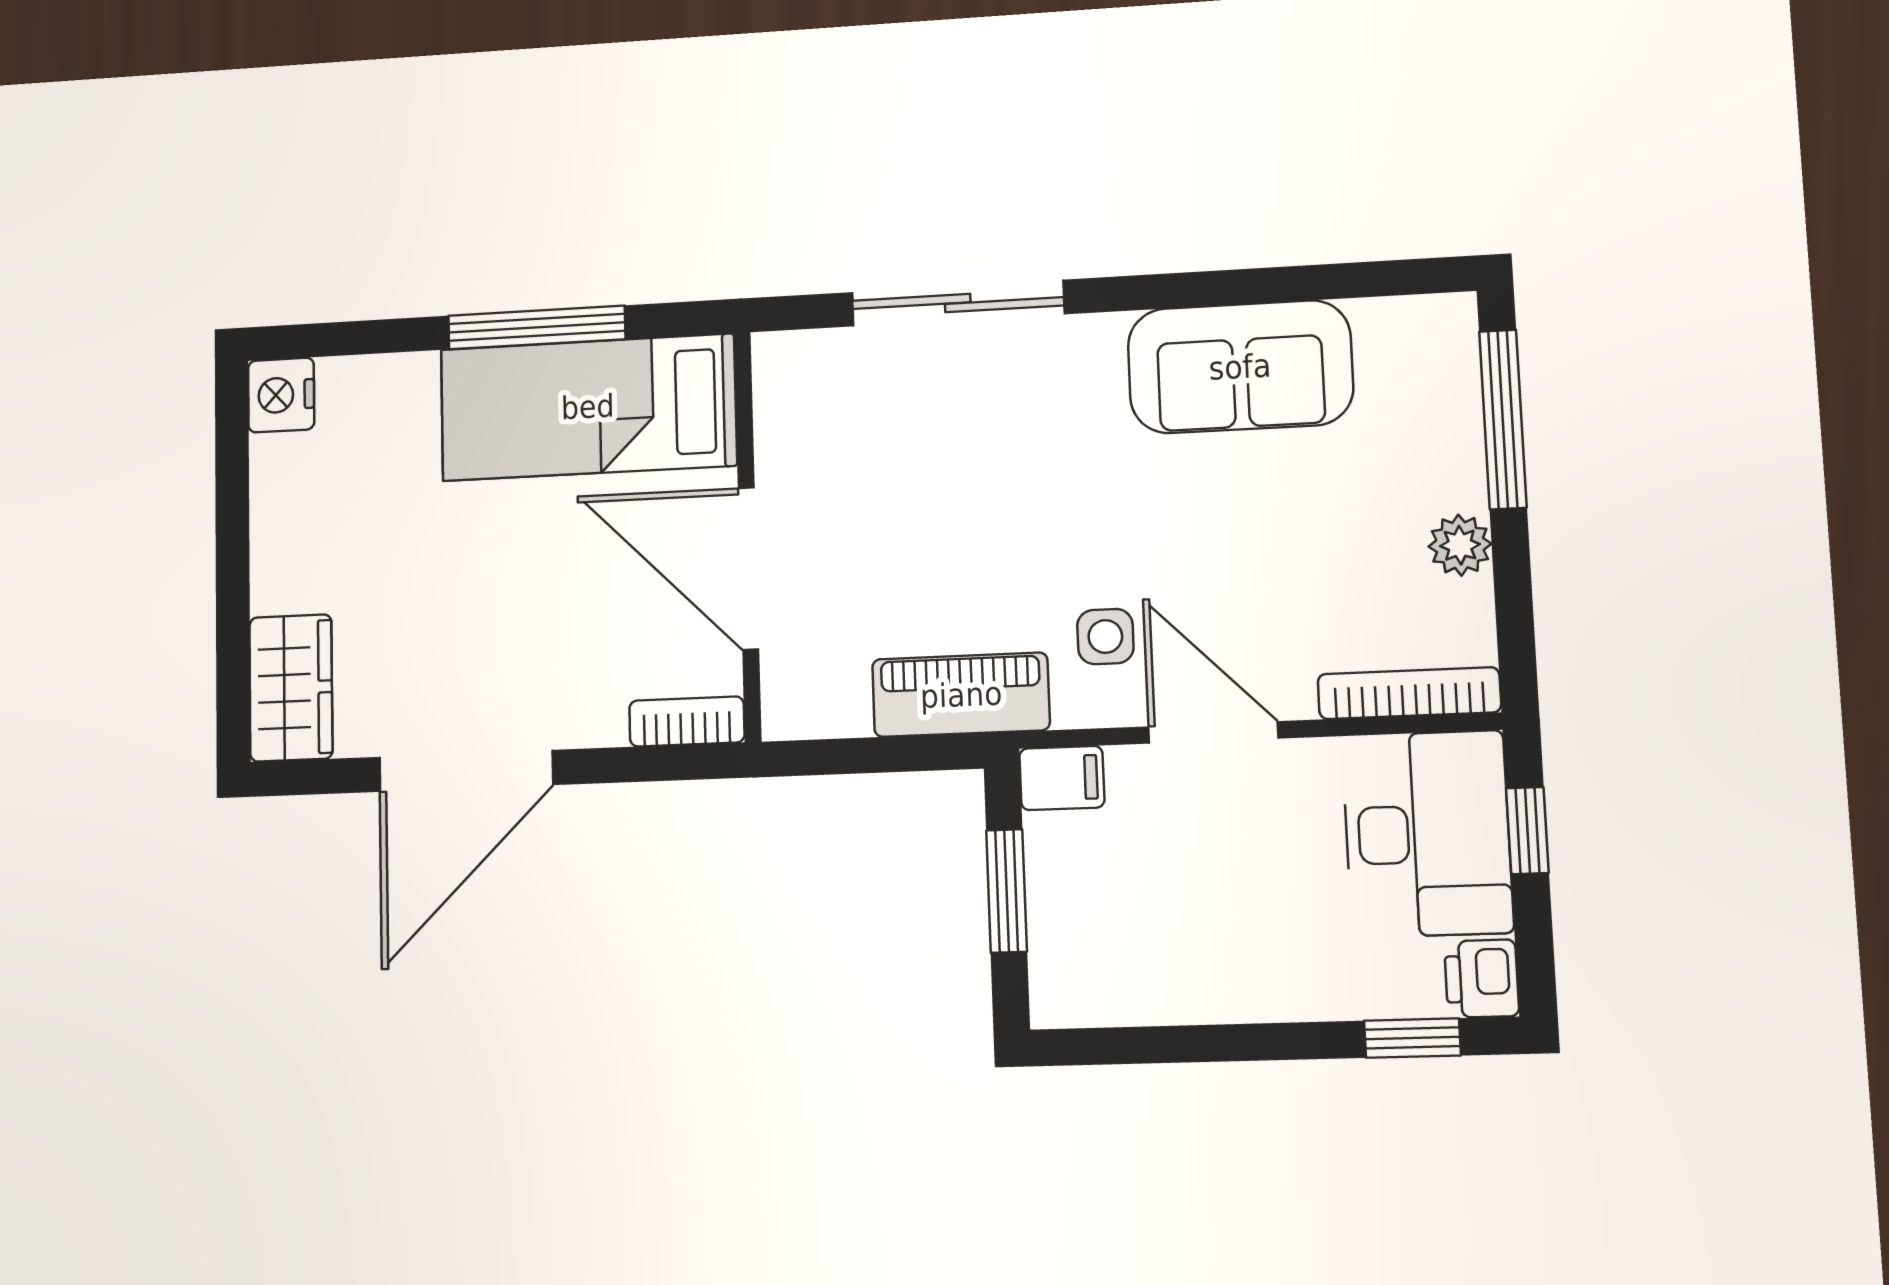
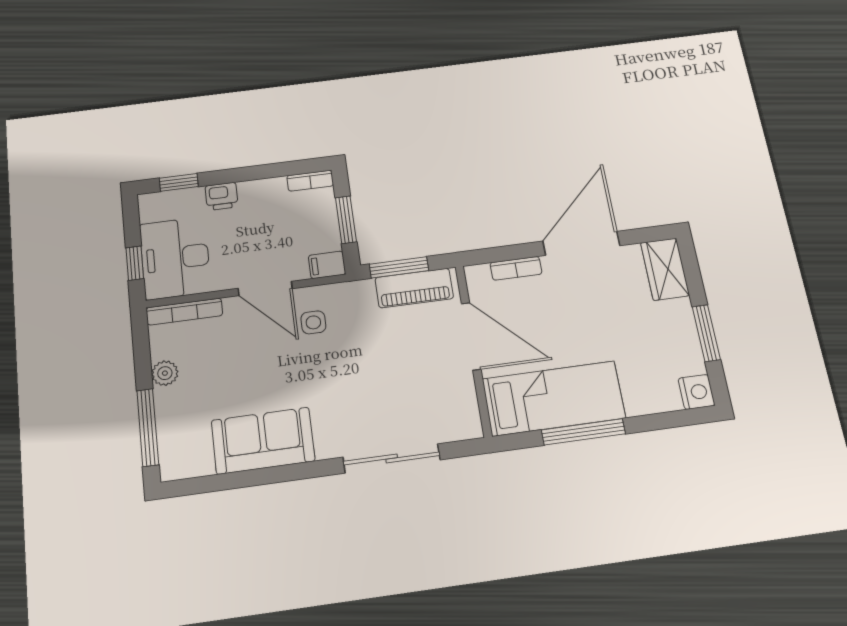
window: (232, 527) -> (706, 333), added
piano: (961, 695) -> (414, 288), moved
bookcase: (687, 721) -> (516, 268), moved
window: (893, 754) -> (399, 267), added
printer: (1482, 979) -> (222, 196), moved, turned 90
bookcase: (1085, 1006) -> (310, 181), added

